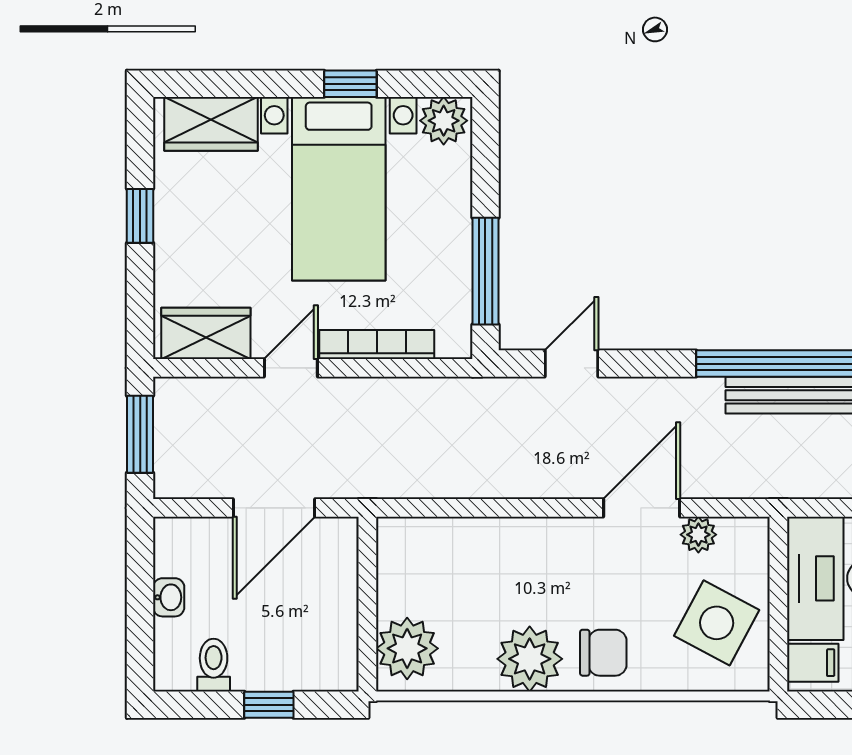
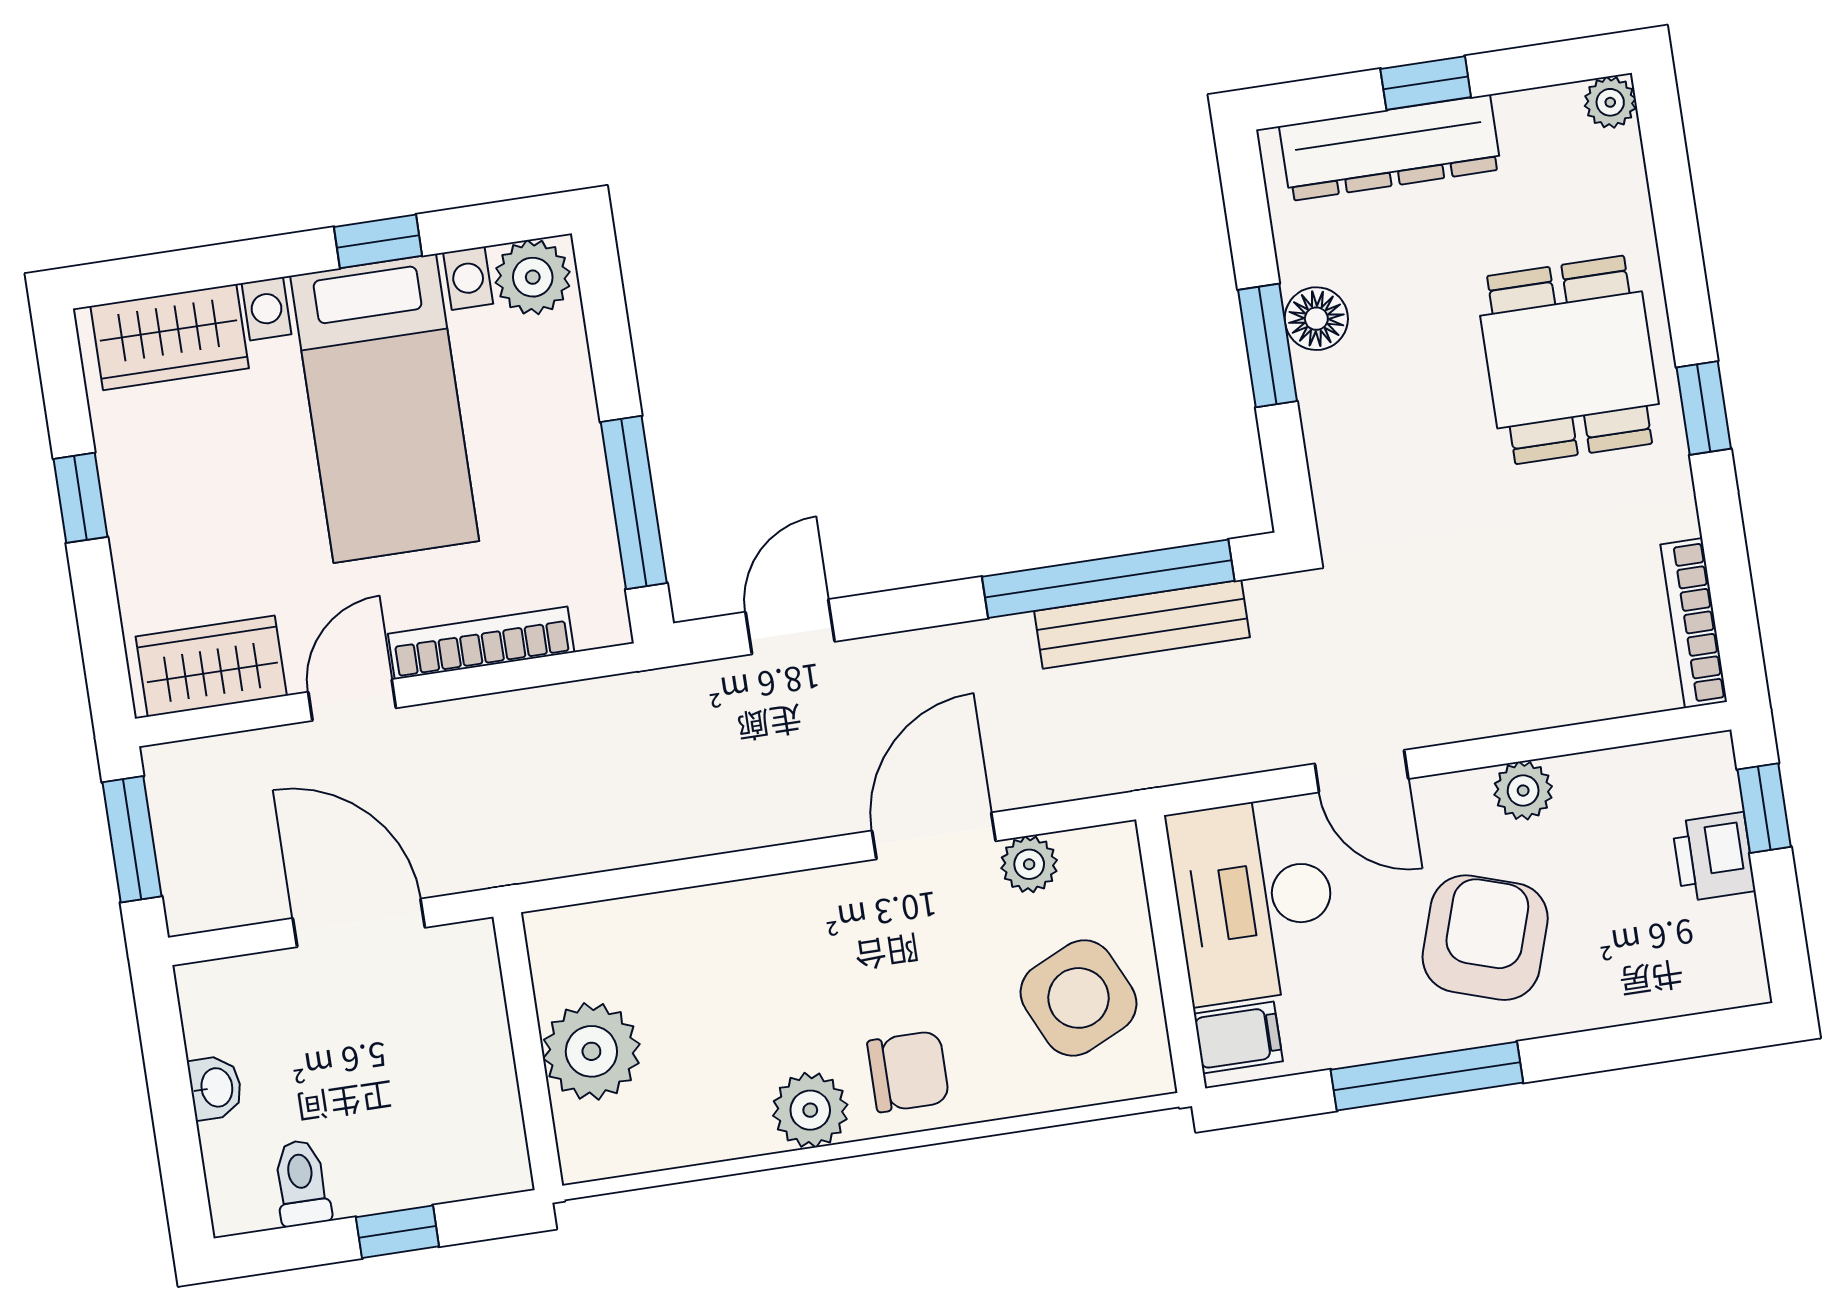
door: (274, 508) -> (359, 923), swing flipped
side table: (717, 623) -> (1078, 998), turned 37
plant: (407, 648) -> (591, 1051), moved
plant: (530, 659) -> (810, 1110), width x0.73, depth x0.73

